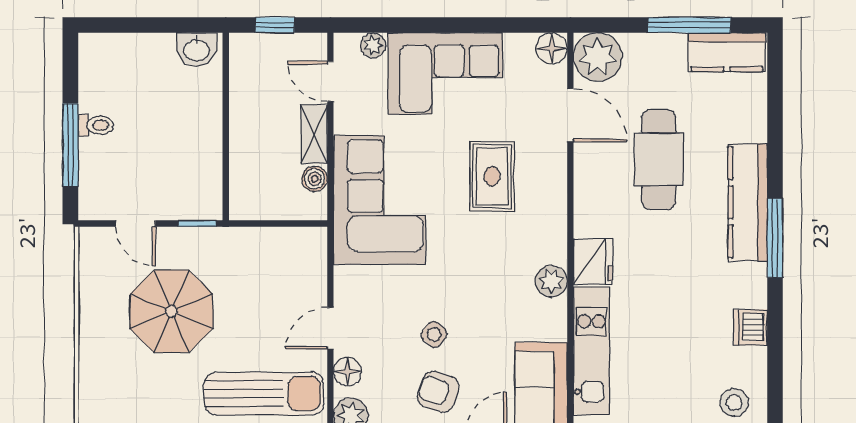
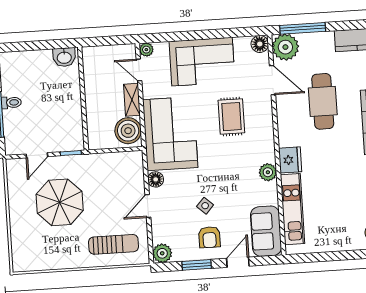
window: (275, 25) -> (106, 41), removed
window: (689, 25) -> (303, 28), moved
plant: (373, 45) -> (146, 50), moved
boiler: (315, 179) -> (128, 131), width x1.86, depth x1.86
door: (136, 224) -> (37, 155), hinge flipped
floor lamp: (348, 372) -> (156, 179), moved
armchair: (438, 392) -> (209, 237), turned -108
sun lounger: (264, 394) -> (114, 244), width x0.73, depth x0.75

